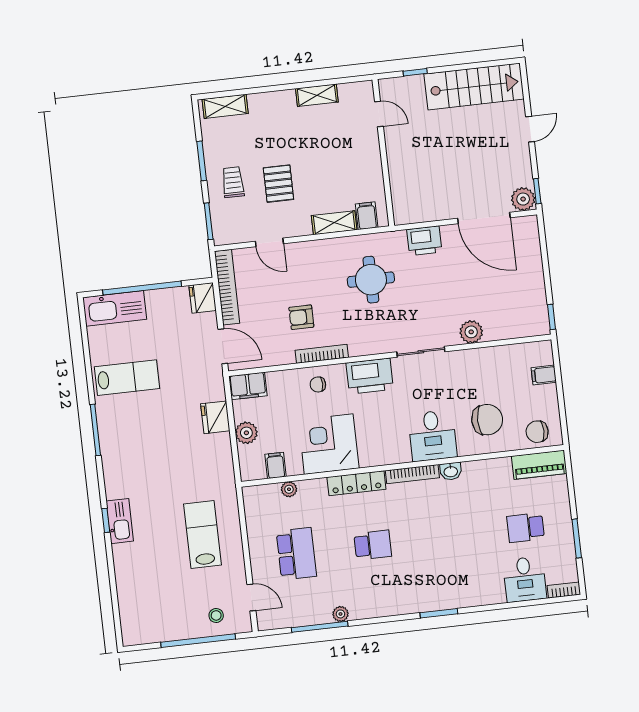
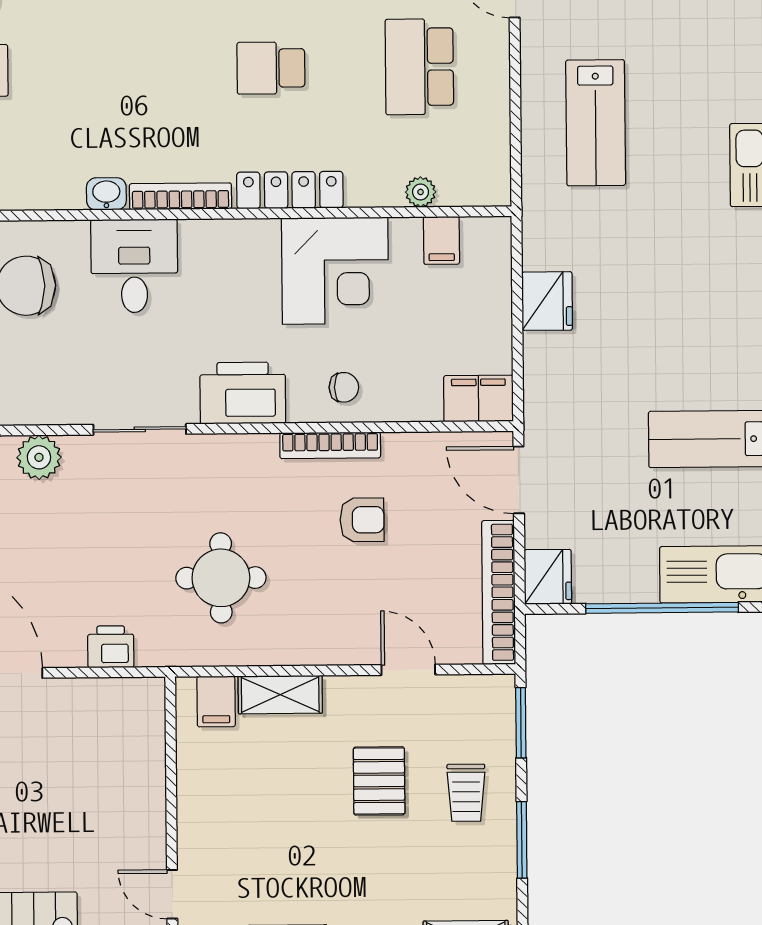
printer: (424, 241) -> (111, 647), width x0.73, depth x0.81
fridge: (215, 417) -> (547, 301), moved
plant: (246, 433) -> (491, 309), removed

